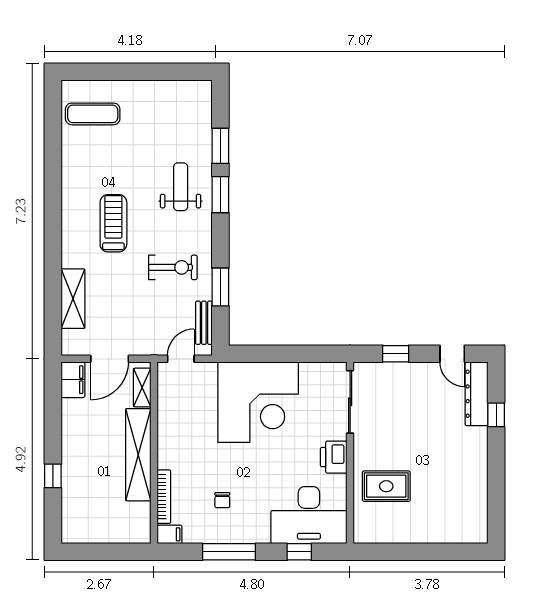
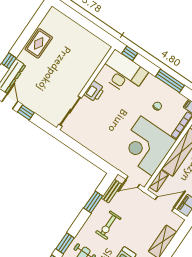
exercise bike: (173, 267) -> (108, 225), turned -90
window: (396, 354) -> (26, 112), moved
corner desk: (258, 402) -> (146, 146), moved, turned -90
rug: (386, 486) -> (39, 43), moved, turned 90
window: (299, 552) -> (130, 53), moved

